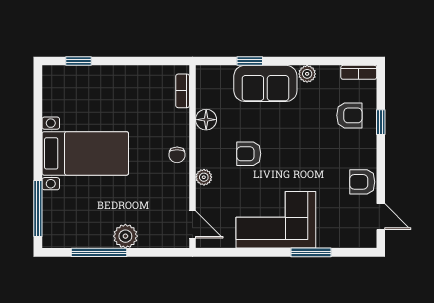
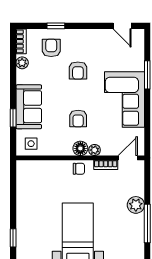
plant: (307, 74) -> (22, 63), moved
side table: (213, 87) -> (31, 144), added
bookcase: (183, 91) -> (106, 165), moved
floor lamp: (206, 120) -> (80, 148), moved
armchair: (362, 182) -> (78, 70), moved
door: (381, 217) -> (122, 26), swing flipped

